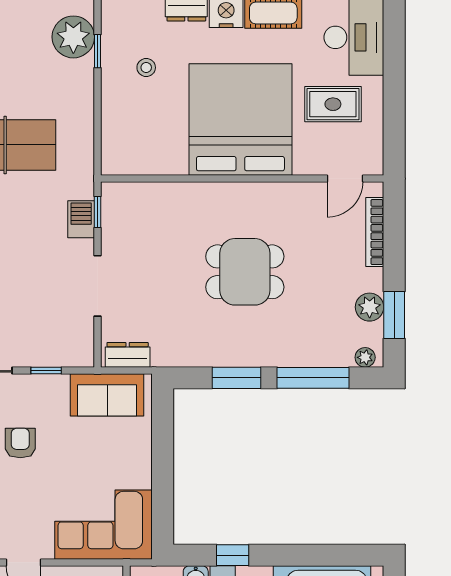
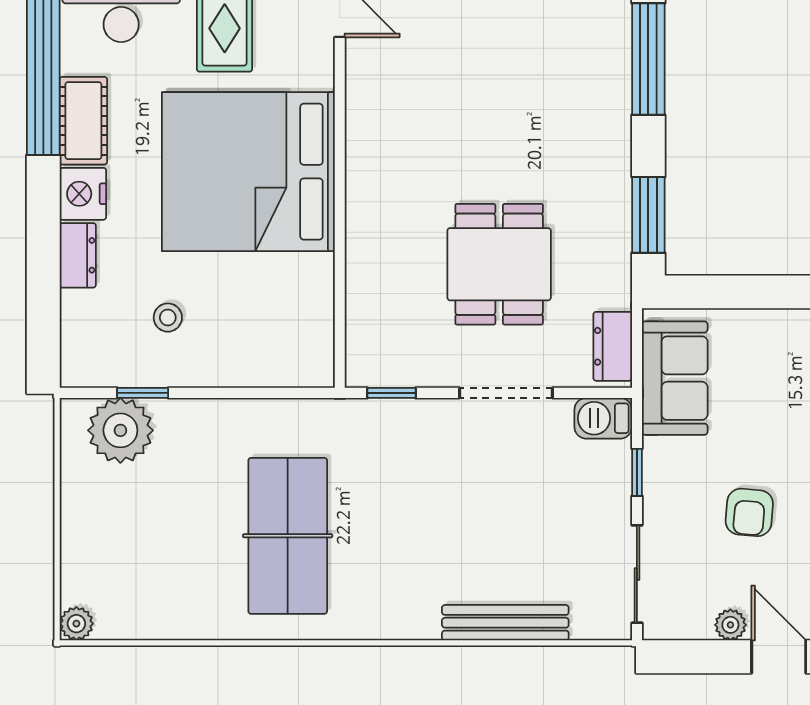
barbecue: (81, 219) -> (603, 418), moved
dining table: (245, 272) -> (499, 264), moved
window: (237, 378) -> (648, 215), moved
armchair: (20, 443) -> (749, 512), turned -85

